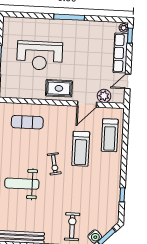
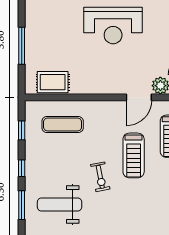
reception desk: (40, 56) -> (113, 26), moved
rug: (59, 88) -> (53, 82), moved

